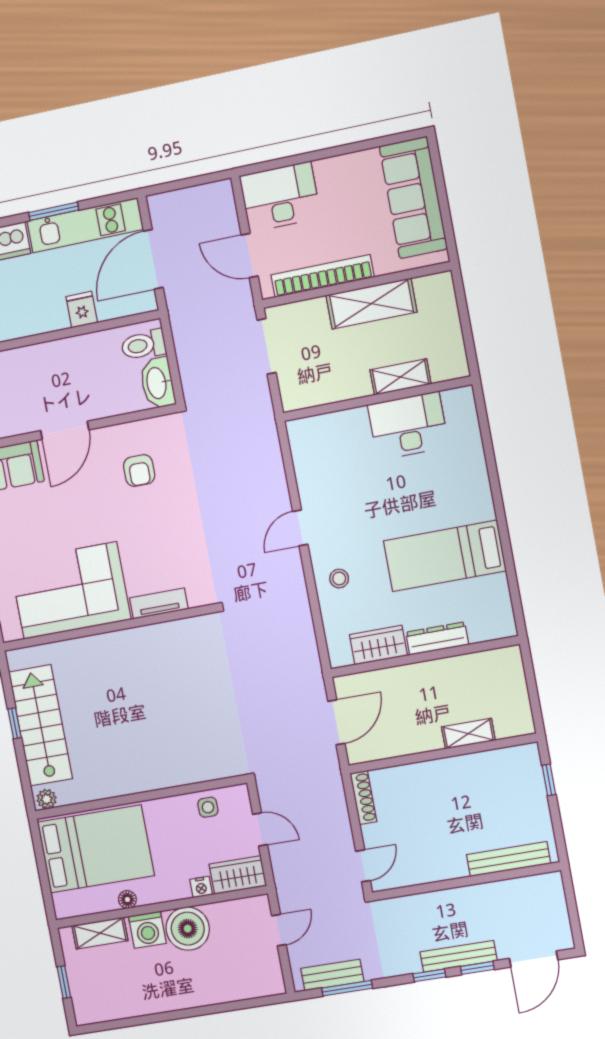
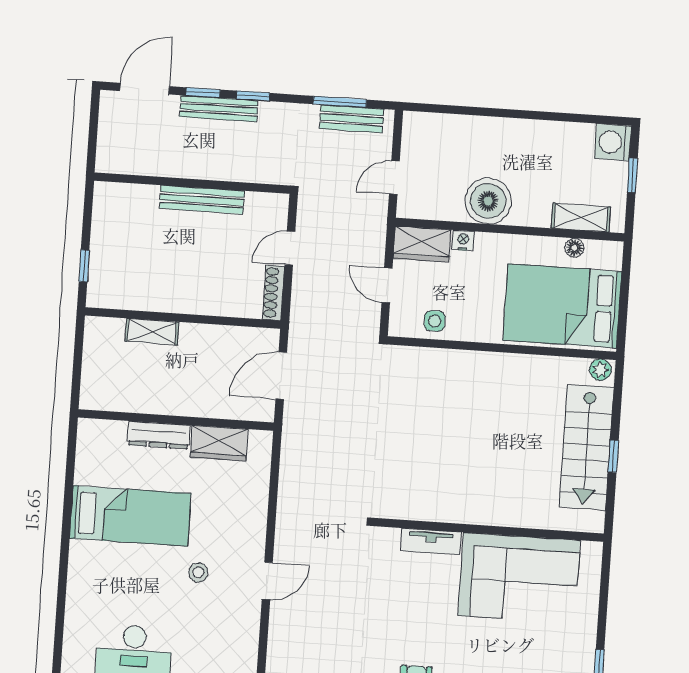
stool: (339, 579) -> (198, 572), moved
bench: (508, 859) -> (202, 200), moved
door: (363, 866) -> (290, 248), moved
floor lamp: (127, 900) -> (574, 248), moved
washing machine: (147, 930) -> (613, 142), moved, turned -90

